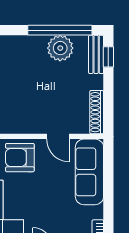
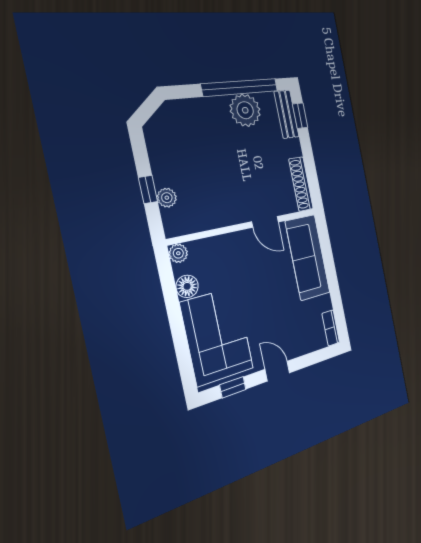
armchair: (20, 158) -> (226, 259), removed

